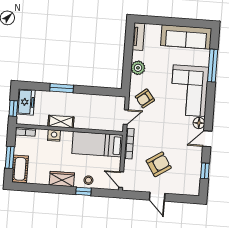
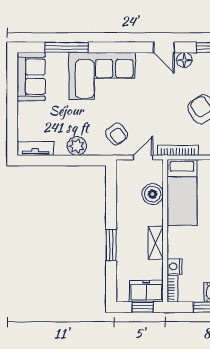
sofa: (186, 37) -> (31, 77), width x0.73
freezer: (26, 102) -> (146, 291), moved
door: (126, 117) -> (143, 157), hinge flipped
boiler: (98, 122) -> (153, 194), added
floor lamp: (199, 123) -> (184, 60), moved
nightstand: (54, 135) -> (174, 266), moved

